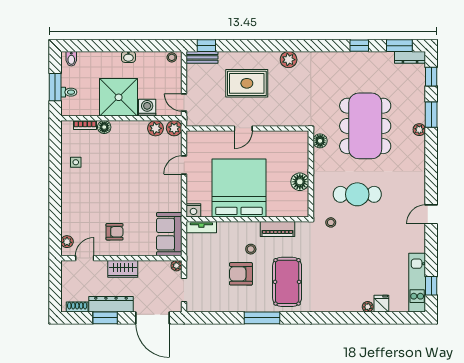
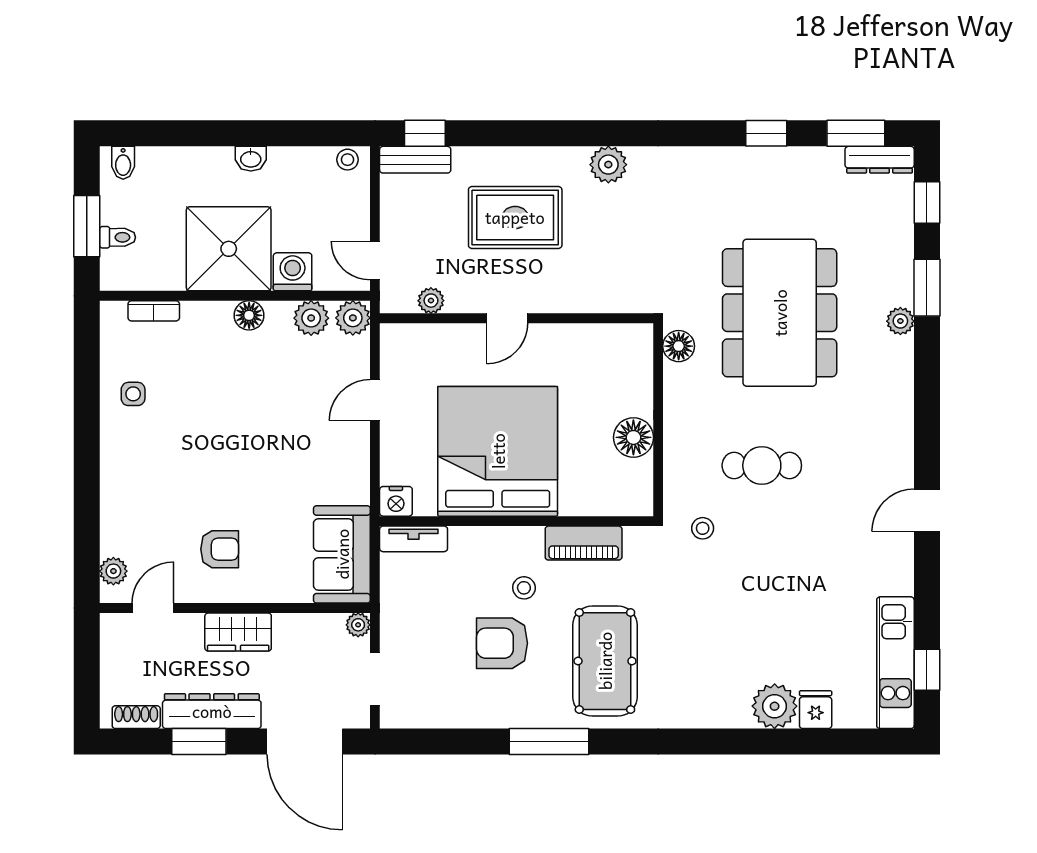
plant: (209, 120) -> (431, 301), added
floor lamp: (104, 127) -> (249, 315), moved
cafe table: (357, 194) -> (762, 465), width x0.73, depth x0.74
plant: (368, 307) -> (775, 706), width x1.87, depth x1.87

